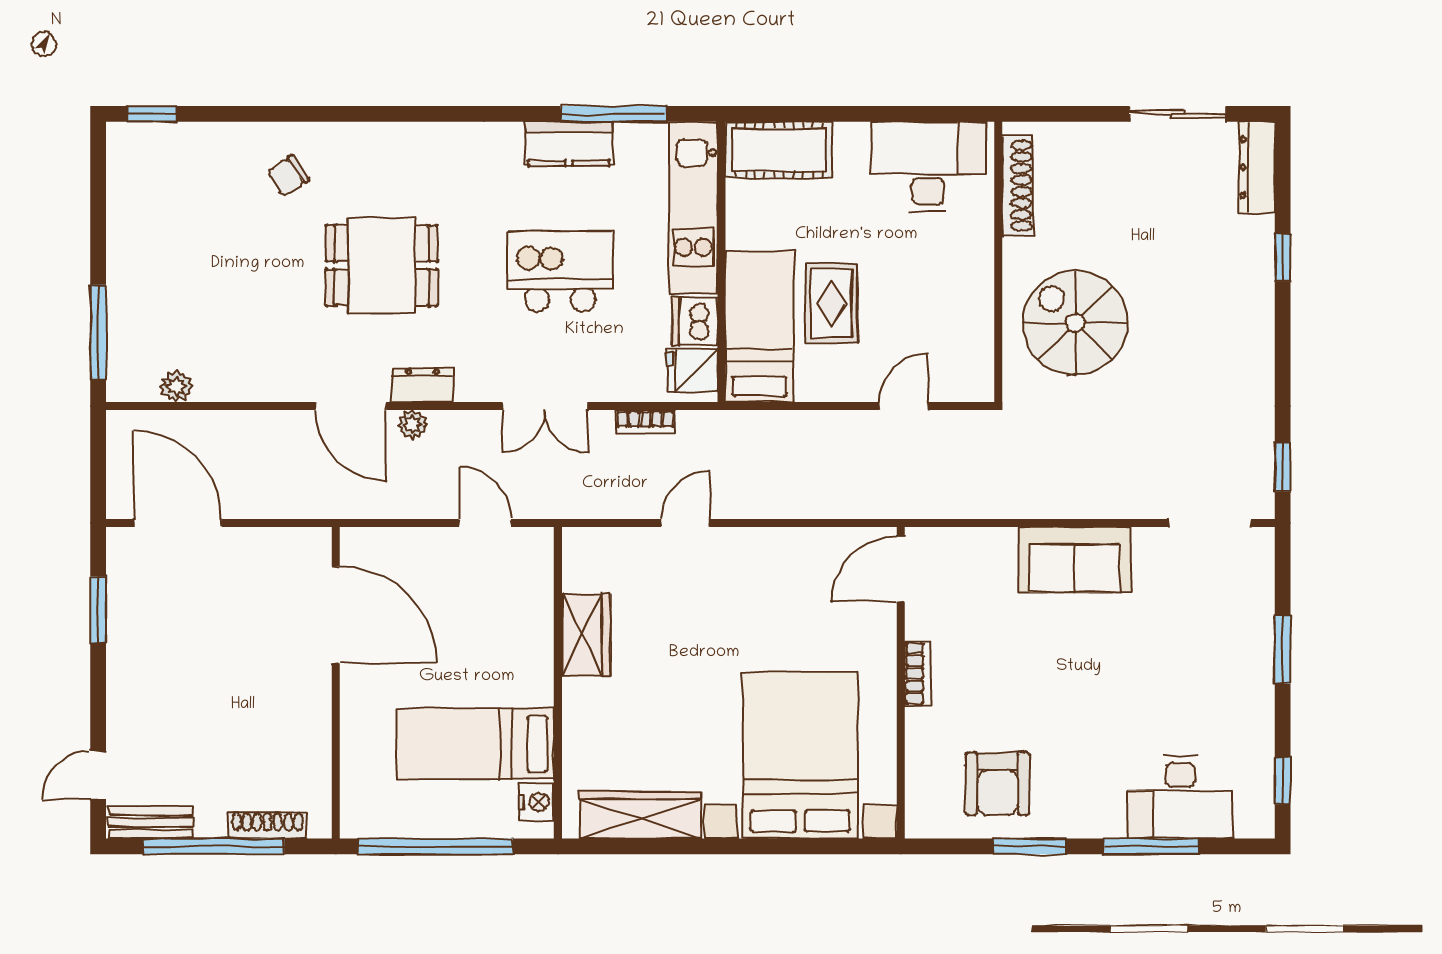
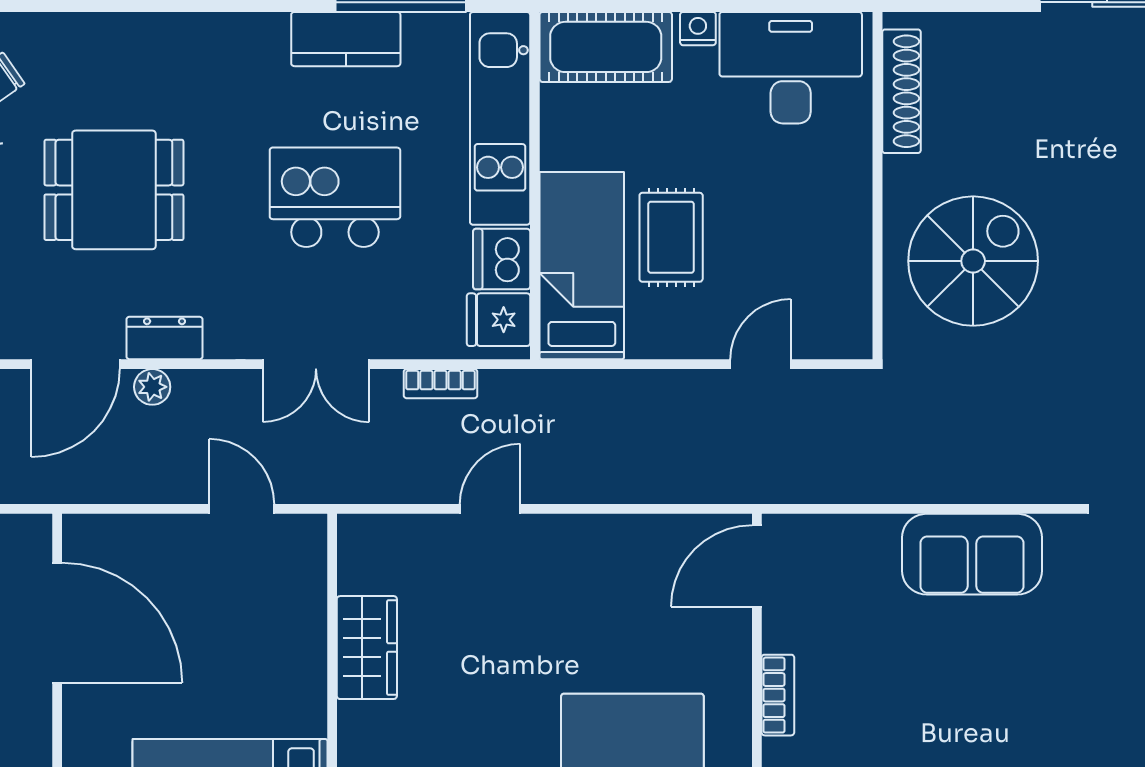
nightstand: (853, 135) -> (698, 29), added
spiral stairs: (1075, 323) -> (973, 261), turned 90
door: (351, 406) -> (76, 364), hinge flipped

